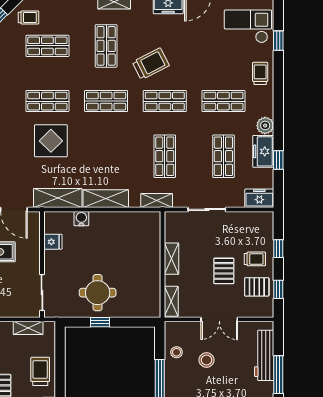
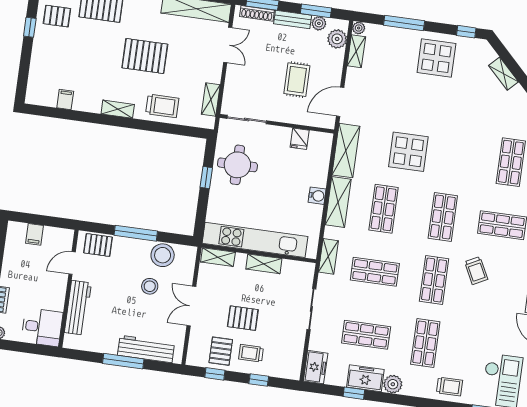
trolley: (151, 64) -> (476, 271), width x0.73, depth x0.72
shop shelf: (47, 101) -> (384, 209), moved
water cooler: (81, 219) -> (317, 196), moved
trolley: (255, 259) -> (251, 353), turned 90
kitchen unit: (151, 270) -> (255, 240), added
round table: (98, 293) -> (237, 165), moved
stool: (177, 352) -> (163, 255), width x1.89, depth x1.89

